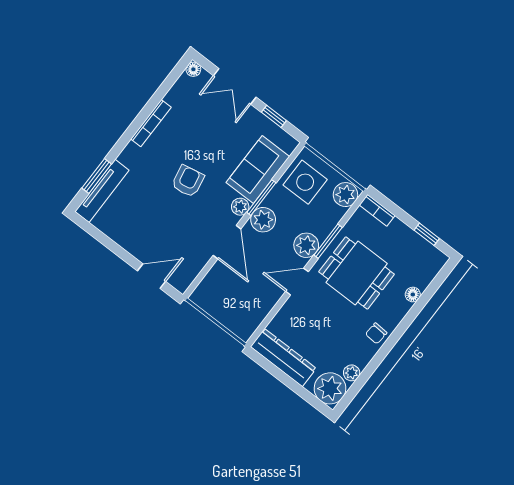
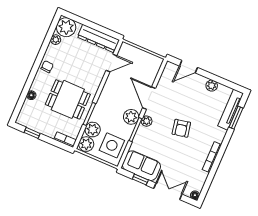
sofa: (258, 170) -> (141, 166), moved, turned -90
plant: (122, 237) -> (212, 86), added
plant: (306, 245) -> (93, 130), moved
door: (297, 282) -> (111, 63), moved

